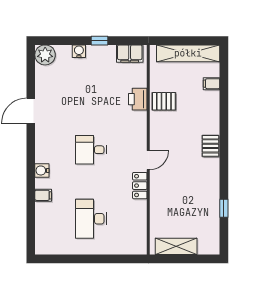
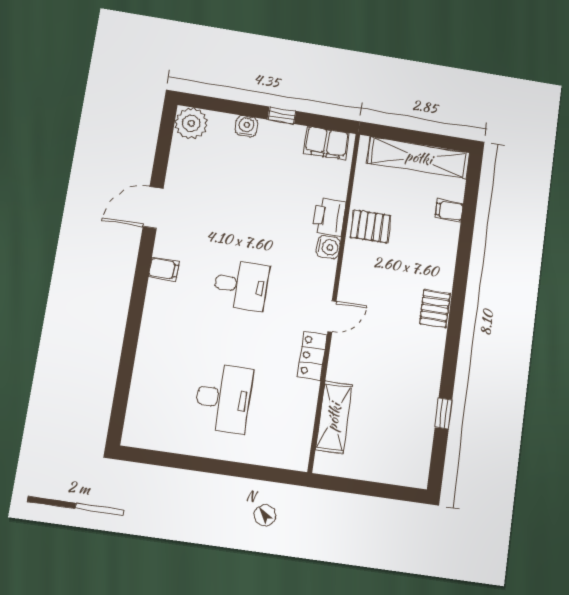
desk: (91, 150) -> (241, 285), turned 180
water cooler: (42, 170) -> (328, 247), moved, turned 180
filing cabinet: (43, 195) -> (164, 269), moved
desk: (91, 219) -> (224, 398), turned 180
shelving: (176, 246) -> (334, 417), moved, turned 90

